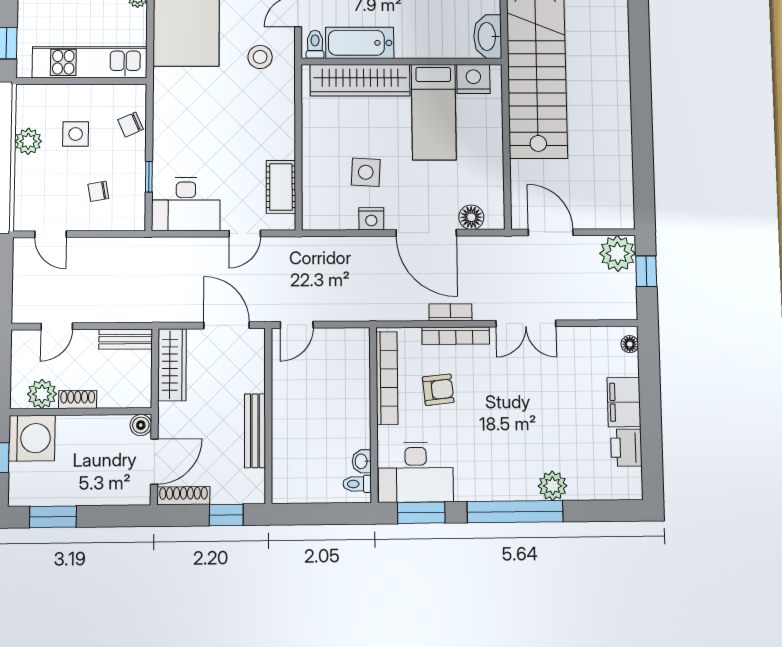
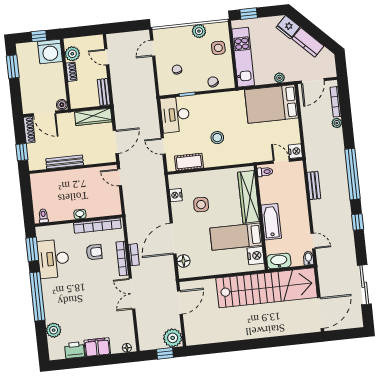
bathtub: (360, 43) -> (271, 222), moved
stool: (260, 57) -> (217, 138), moved
side table: (76, 134) -> (218, 48), moved
nightstand: (371, 219) -> (176, 195), moved
armchair: (438, 390) -> (94, 252), turned -84
washbasin: (362, 461) -> (80, 214), moved
desk: (416, 472) -> (53, 259), moved
plant: (553, 486) -> (54, 330), moved

